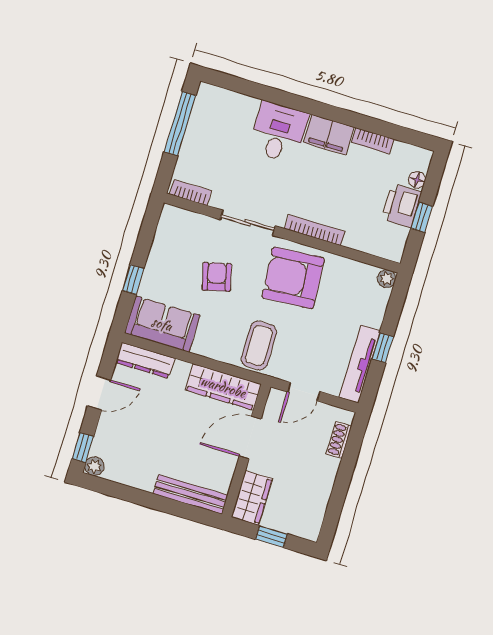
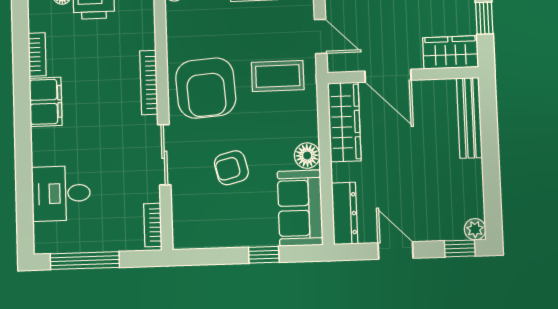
desk: (279, 132) -> (61, 193), moved
floor lamp: (205, 345) -> (307, 156), added
coffee table: (259, 346) -> (278, 76), moved

